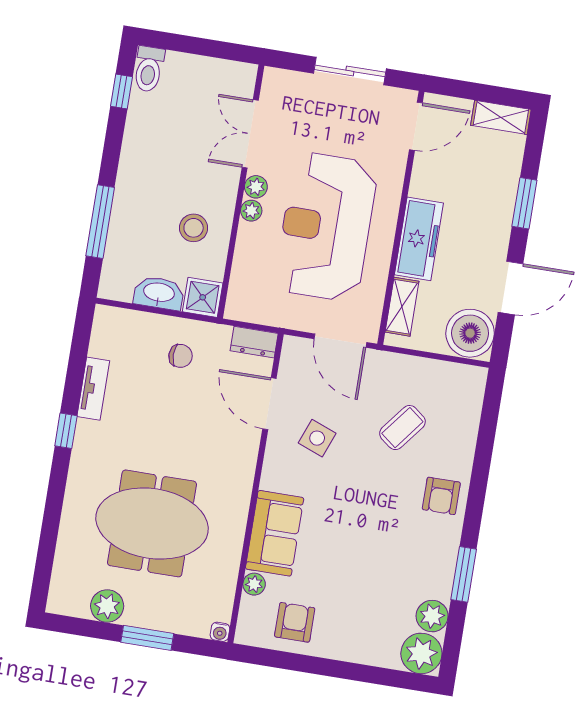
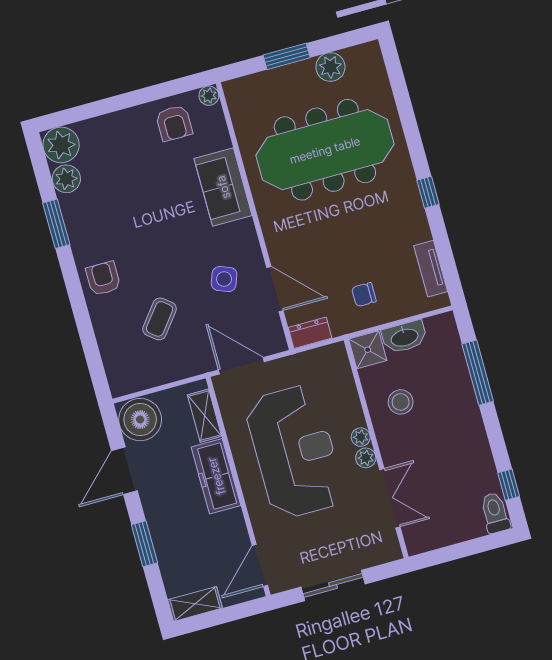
tv unit: (93, 389) -> (431, 269), moved
meeting table: (152, 523) -> (325, 150), width x1.36
plant: (254, 584) -> (209, 96), moved
water cooler: (220, 632) -> (231, 88), removed

